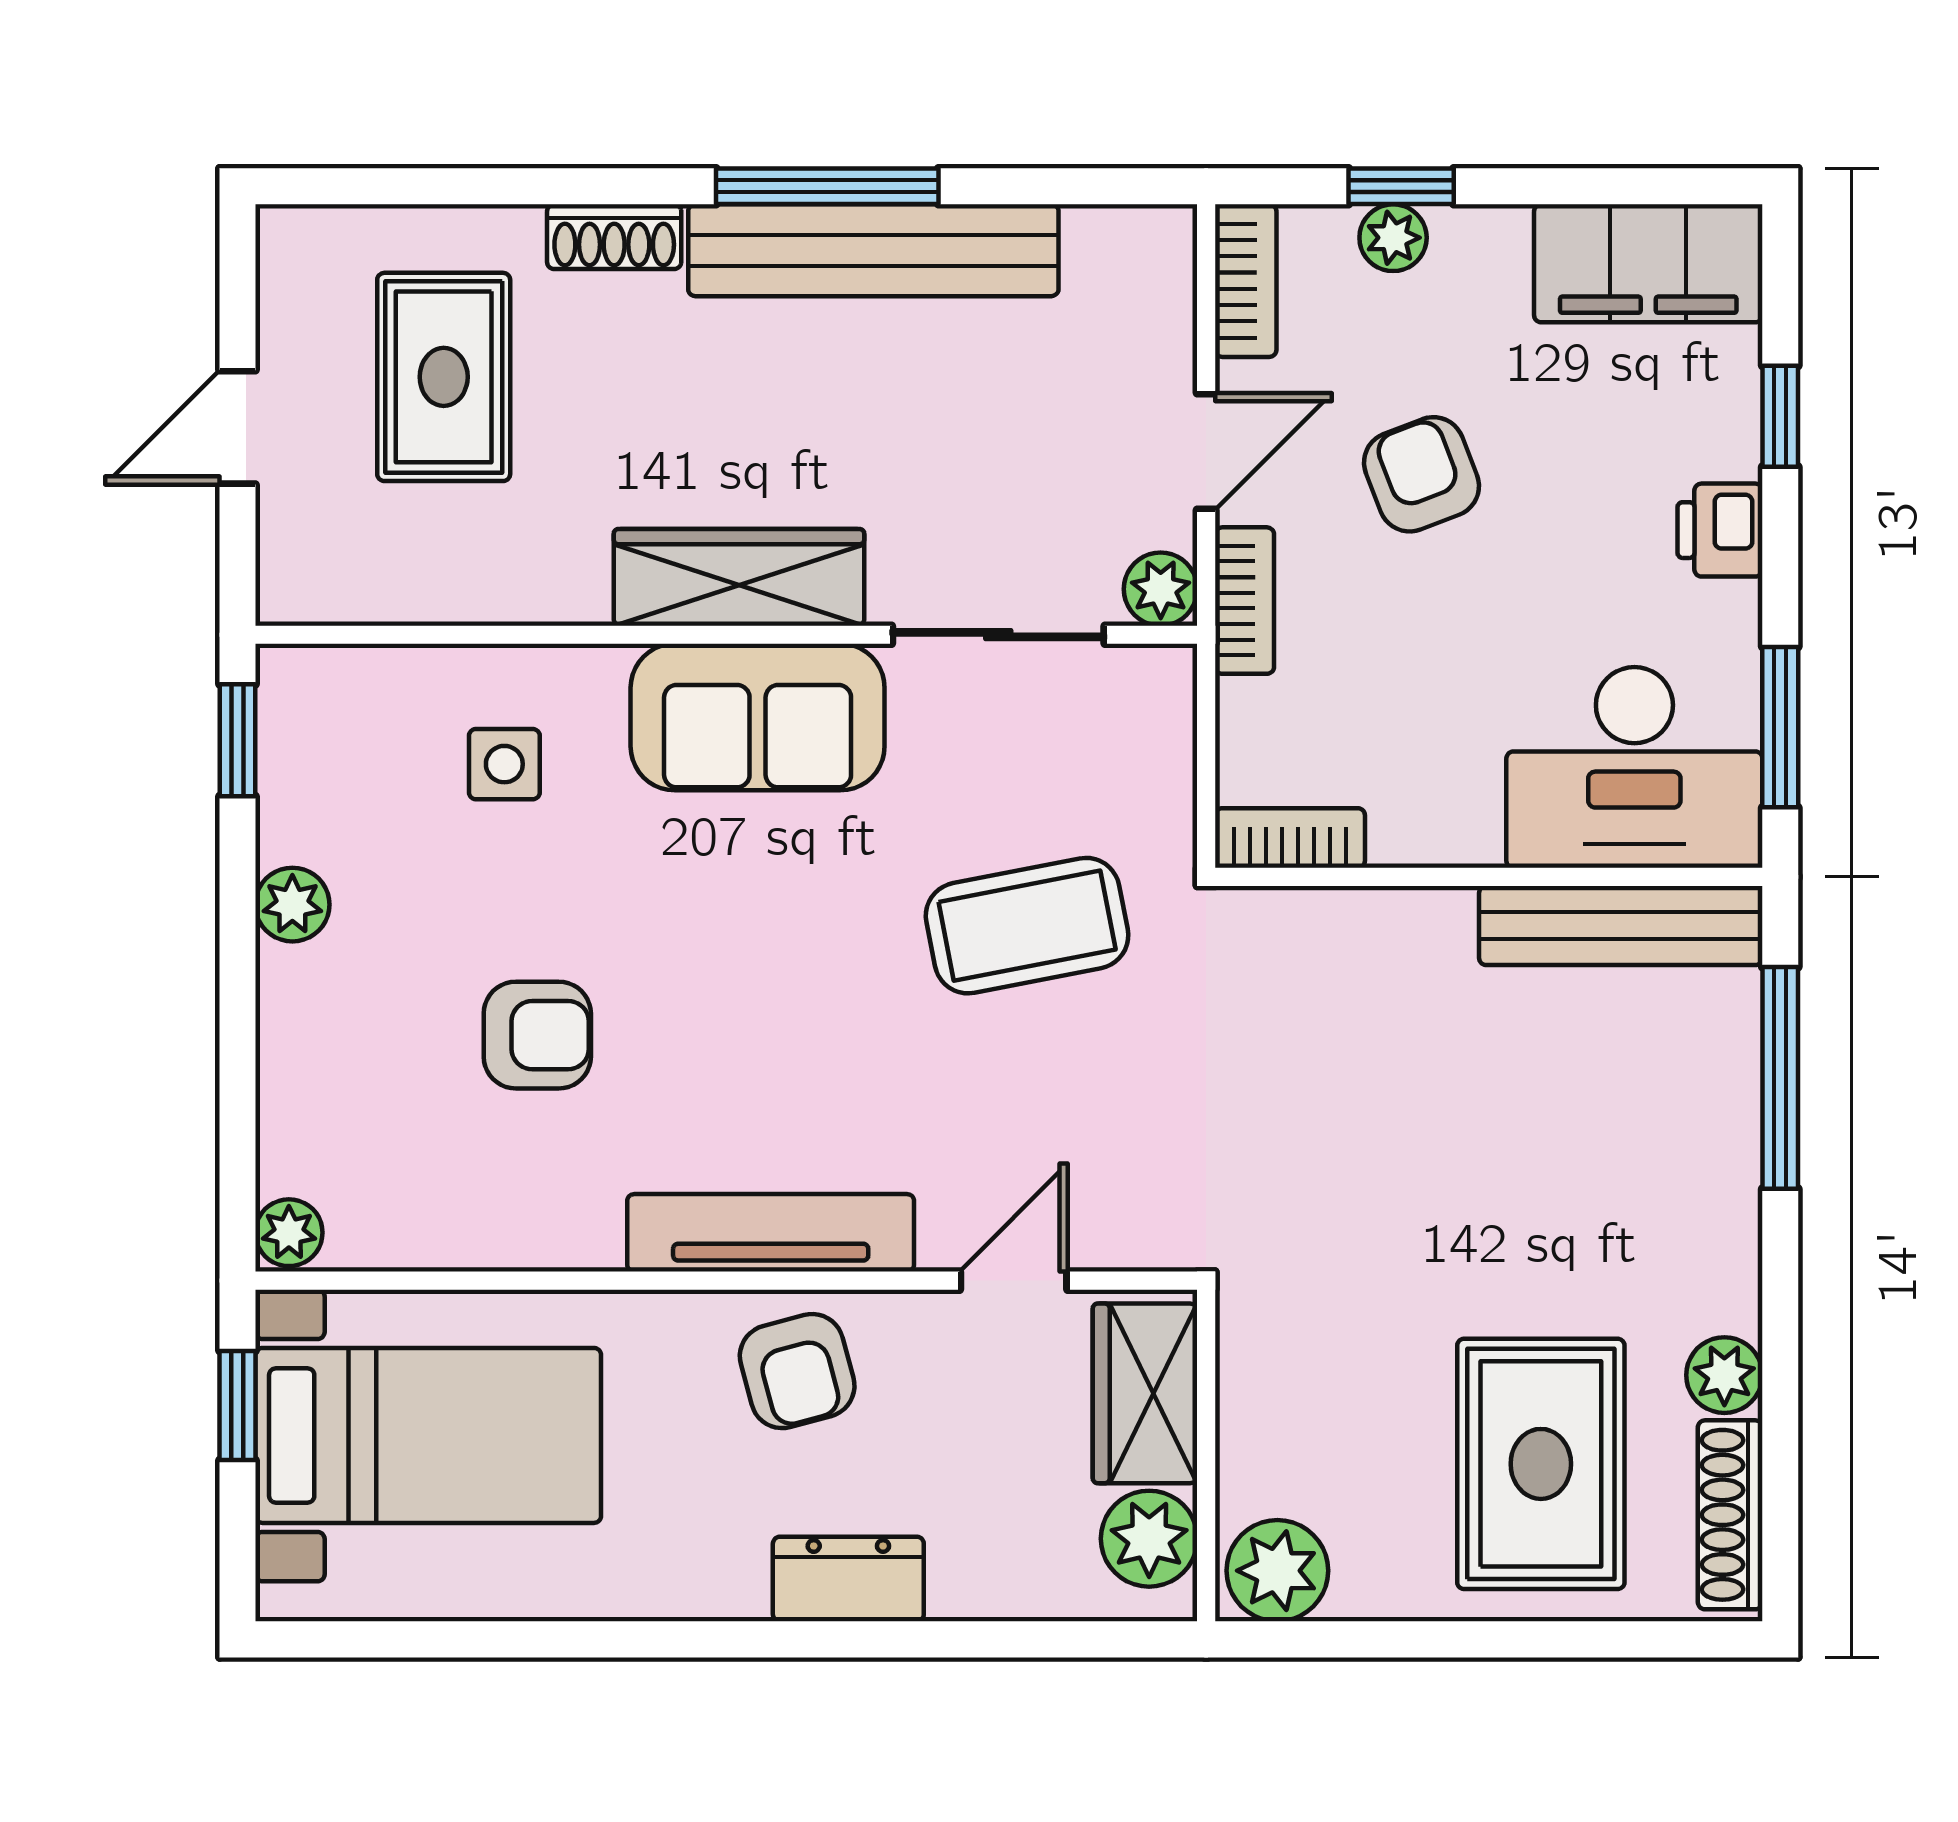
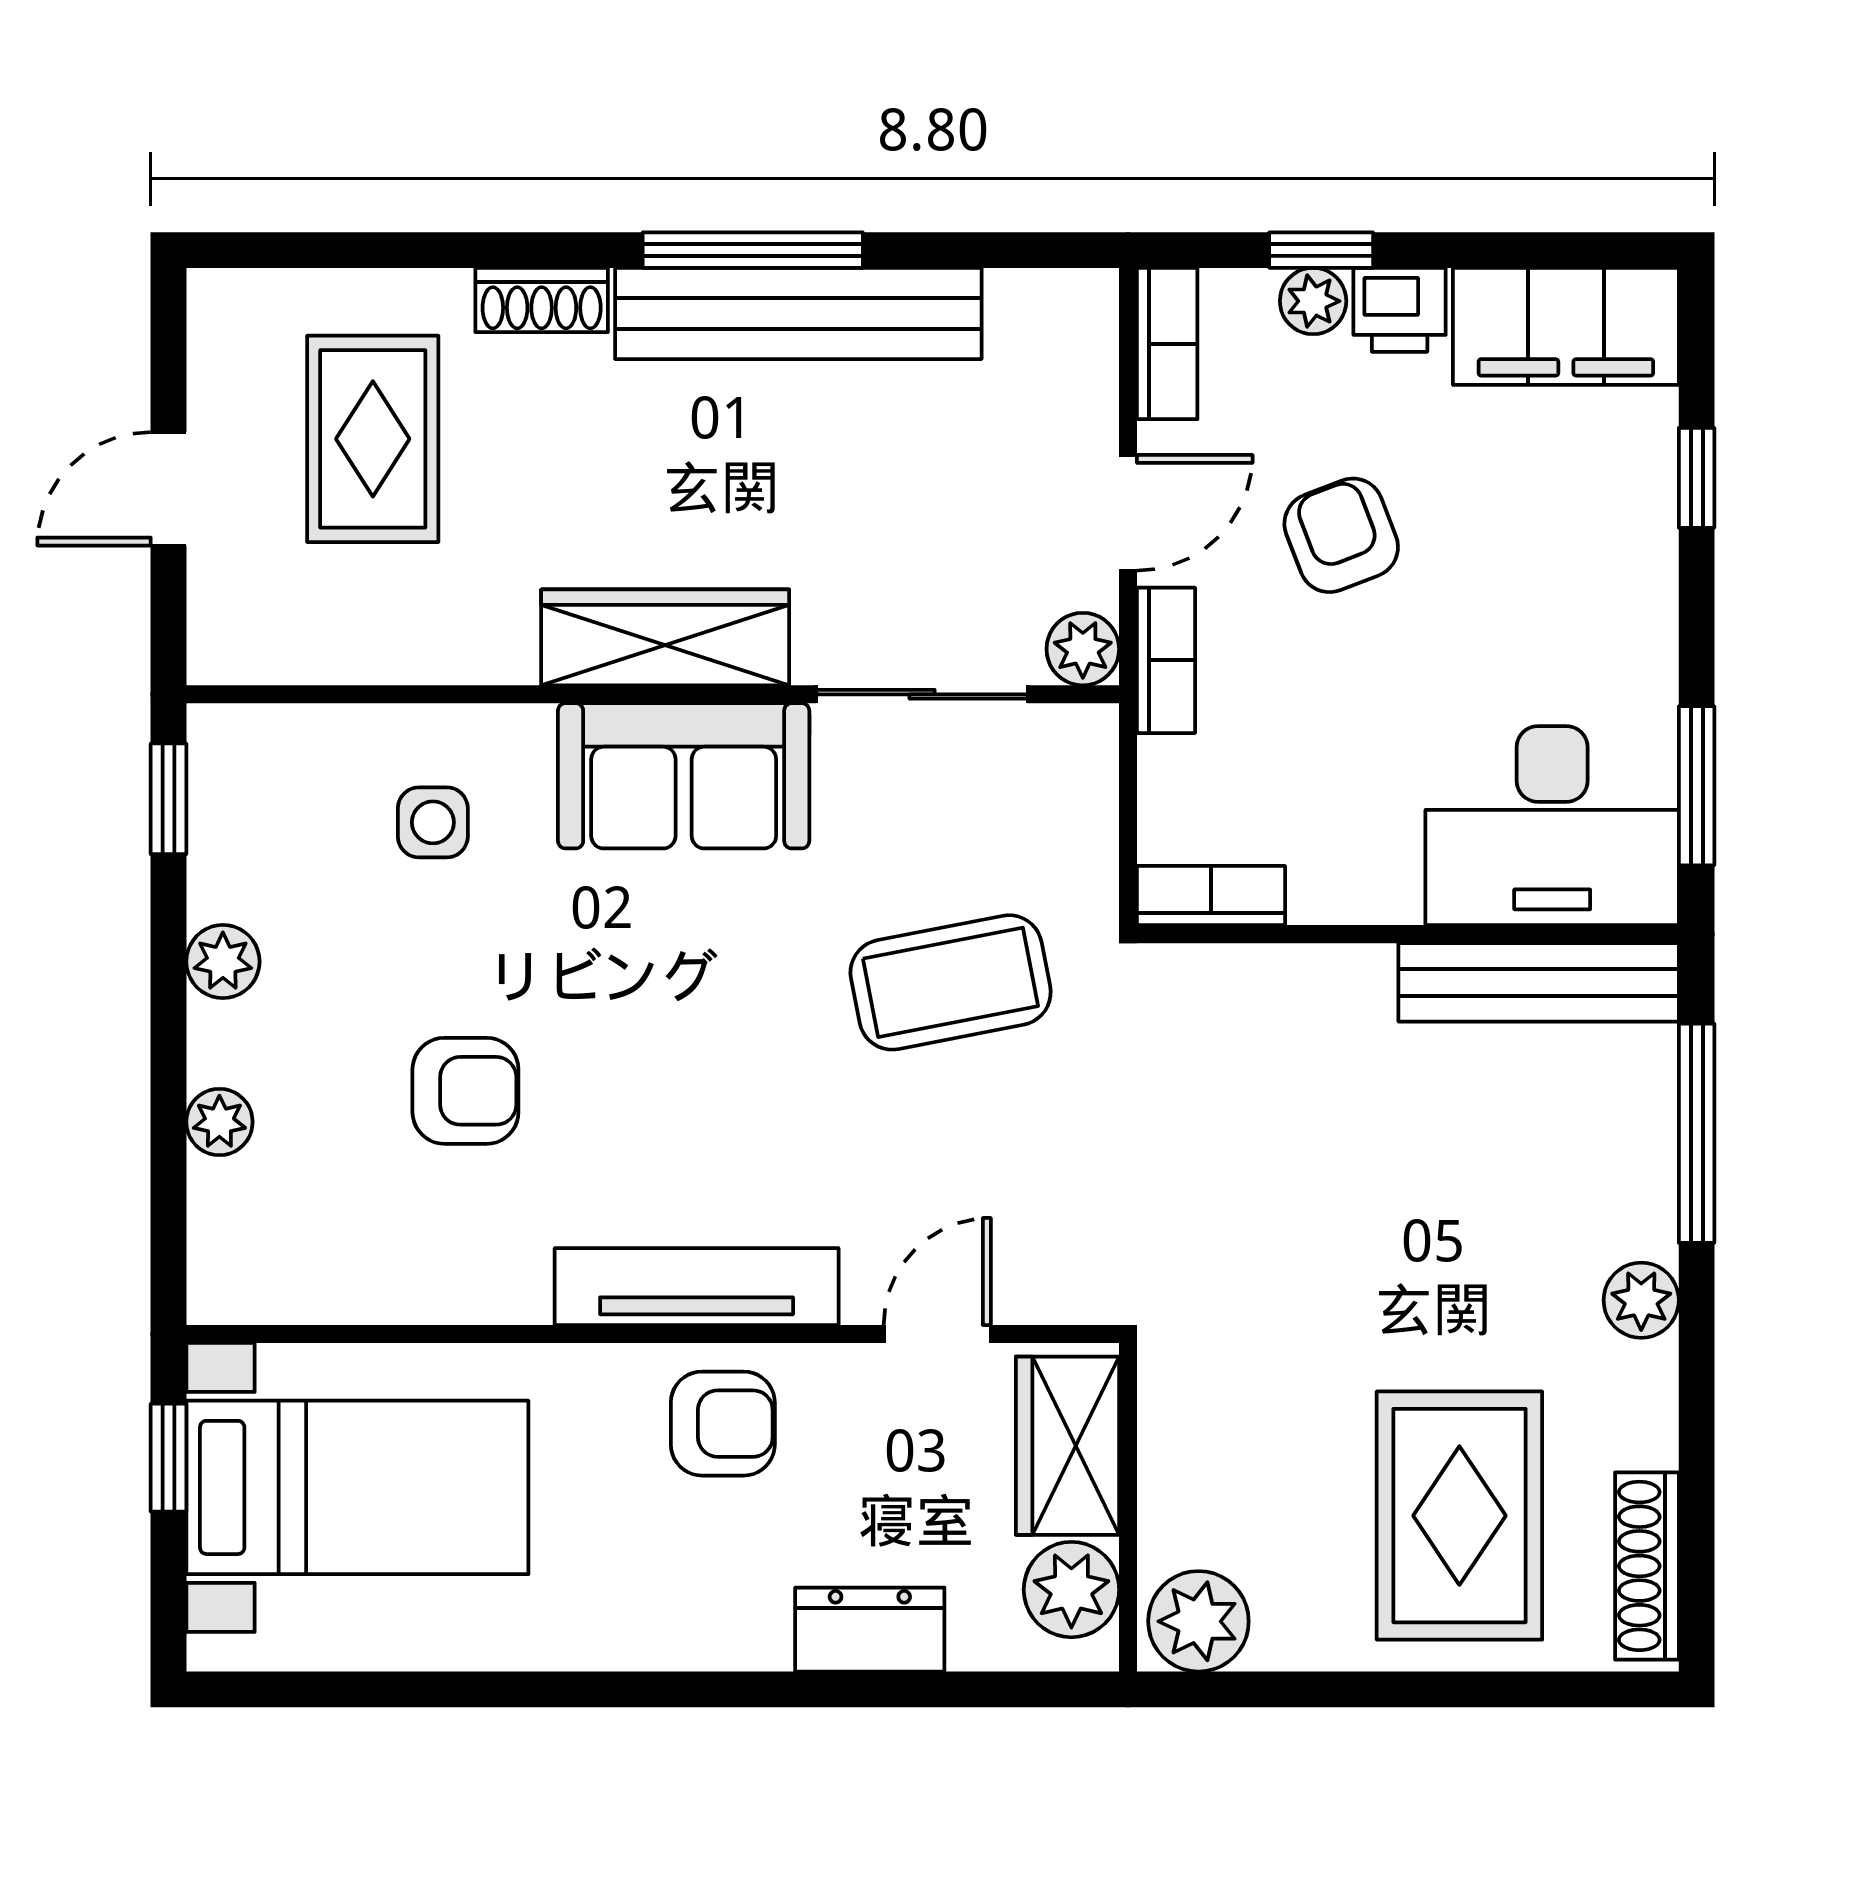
printer: (1720, 530) -> (1400, 310), moved, turned -90
plant: (289, 1233) -> (219, 1122), moved
armchair: (797, 1371) -> (723, 1424), turned -75
plant: (1724, 1375) -> (1641, 1300), moved
dresser: (848, 1579) -> (870, 1630), moved

